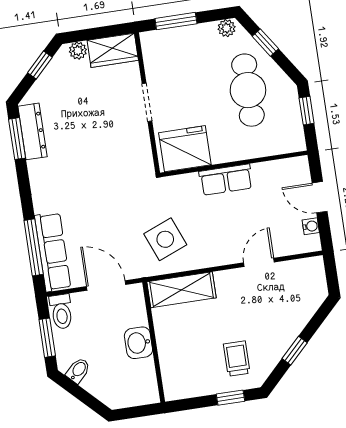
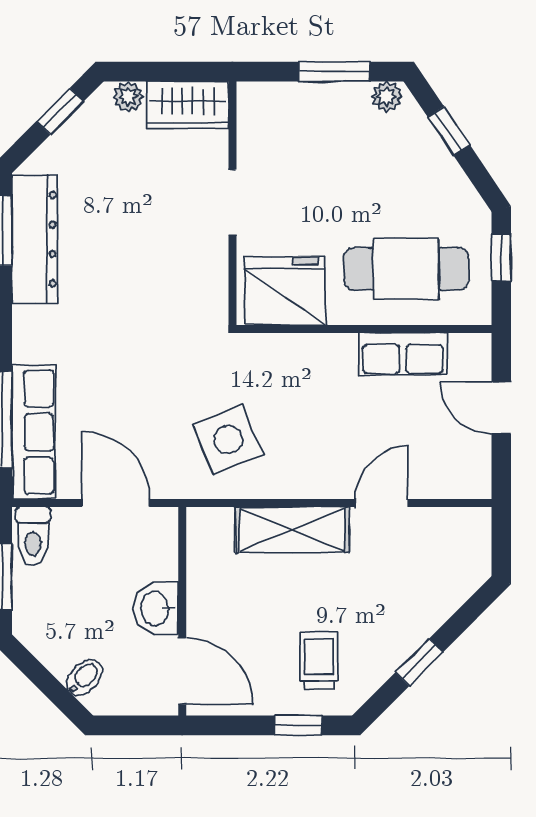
window: (176, 21) -> (334, 72), moved
cafe table: (248, 90) -> (406, 269), moved, turned 90
dresser: (32, 131) -> (35, 239), width x1.37, depth x1.24
row of seats: (226, 180) -> (403, 354), moved
water cooler: (311, 226) -> (479, 455), removed
shelving: (182, 290) -> (292, 530), moved
bidet: (78, 370) -> (84, 678), moved
door: (159, 376) -> (182, 671), added

